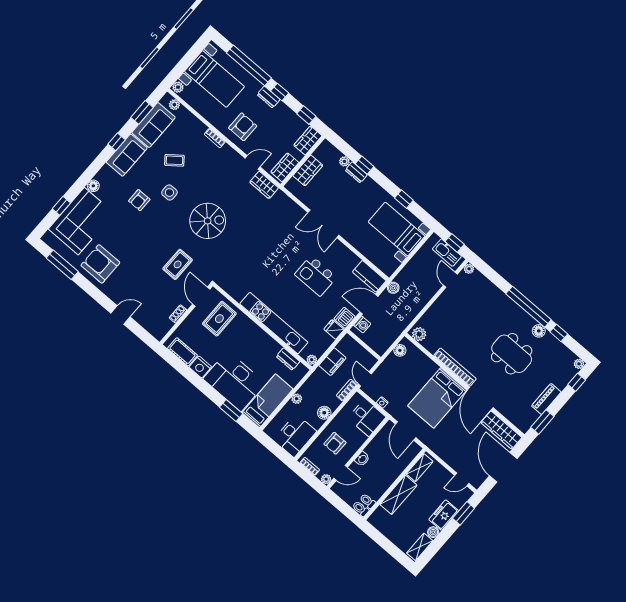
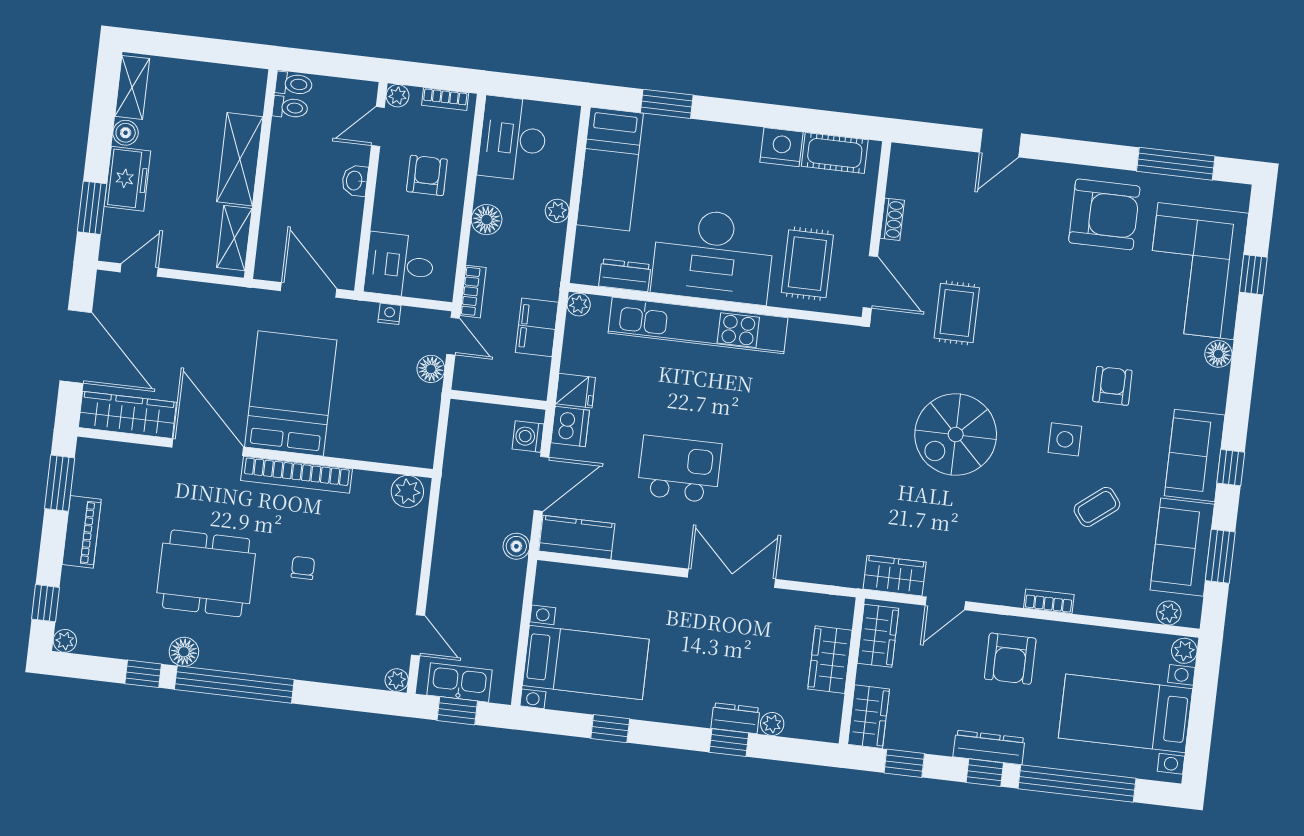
dresser: (269, 97) -> (989, 747), width x1.44
chair: (475, 332) -> (303, 568), added
floor lamp: (400, 350) -> (431, 369), moved
desk: (234, 381) -> (713, 256), moved, turned 180

